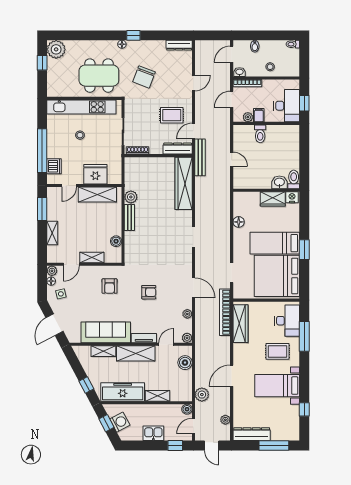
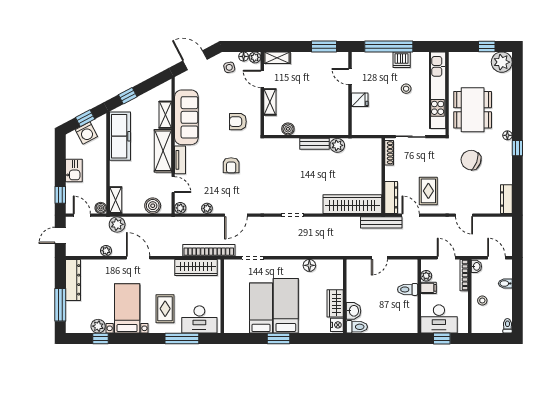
dishwasher: (54, 166) -> (402, 60), moved
fridge: (95, 174) -> (360, 100), width x0.53, depth x0.75
shelving: (97, 195) -> (340, 108), removed
shelving: (52, 233) -> (277, 58), moved
bed: (277, 276) -> (261, 308), width x0.49
shelving: (157, 396) -> (116, 200), moved
plant: (293, 412) -> (98, 326), added
plant: (225, 420) -> (106, 251), moved

